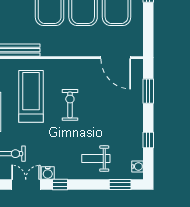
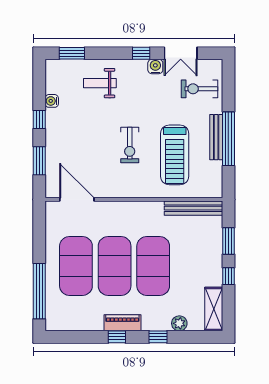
window: (148, 140) -> (39, 120), moved
weight bench: (96, 159) -> (100, 83), turned 180
water cooler: (138, 166) -> (52, 101), moved

